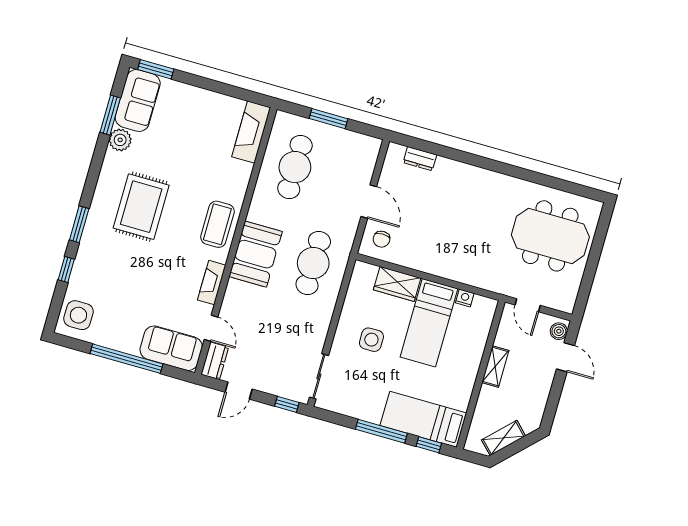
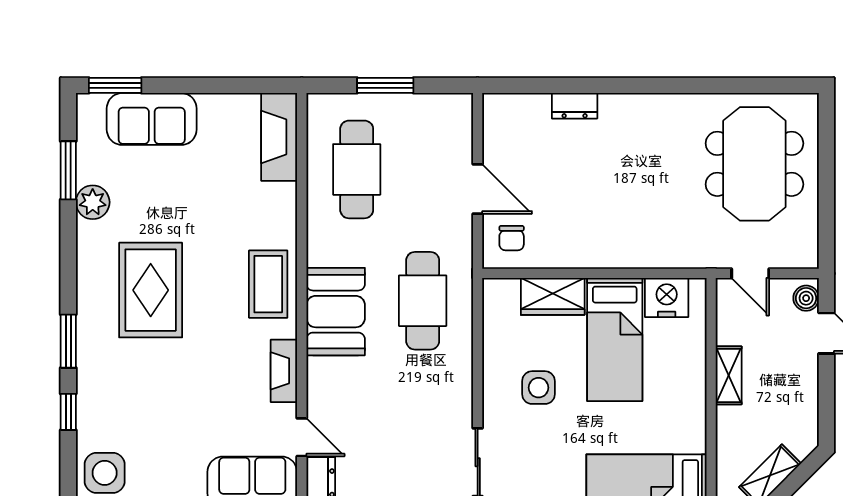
sofa: (138, 100) -> (152, 119), moved, turned 90
dresser: (420, 159) -> (575, 106), moved
meeting table: (550, 236) -> (754, 164), turned 90
nightstand: (465, 298) -> (667, 298), width x1.89, depth x1.79

